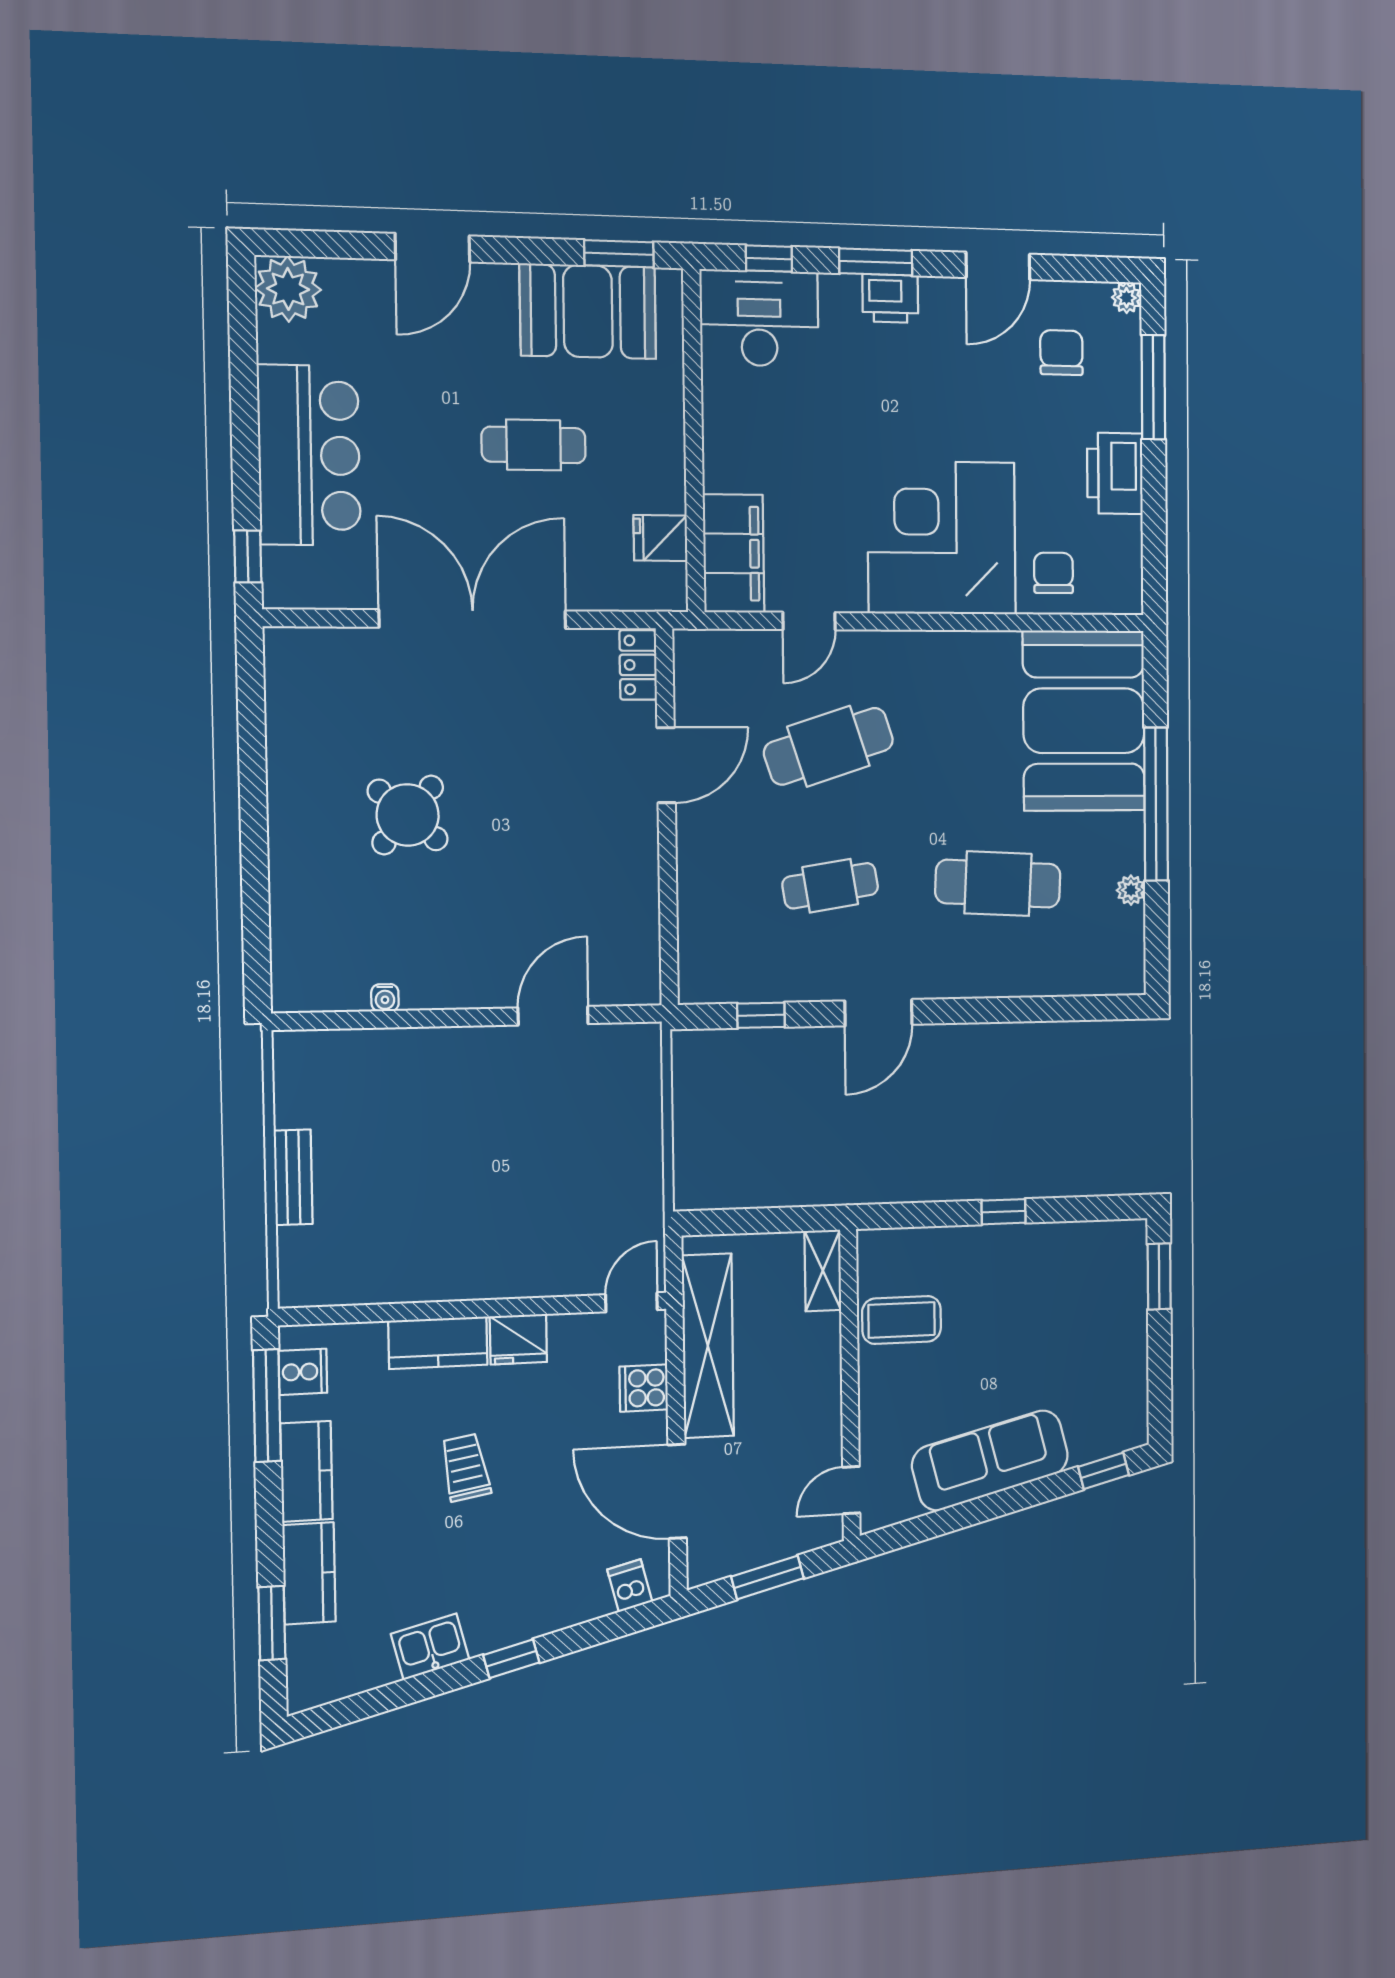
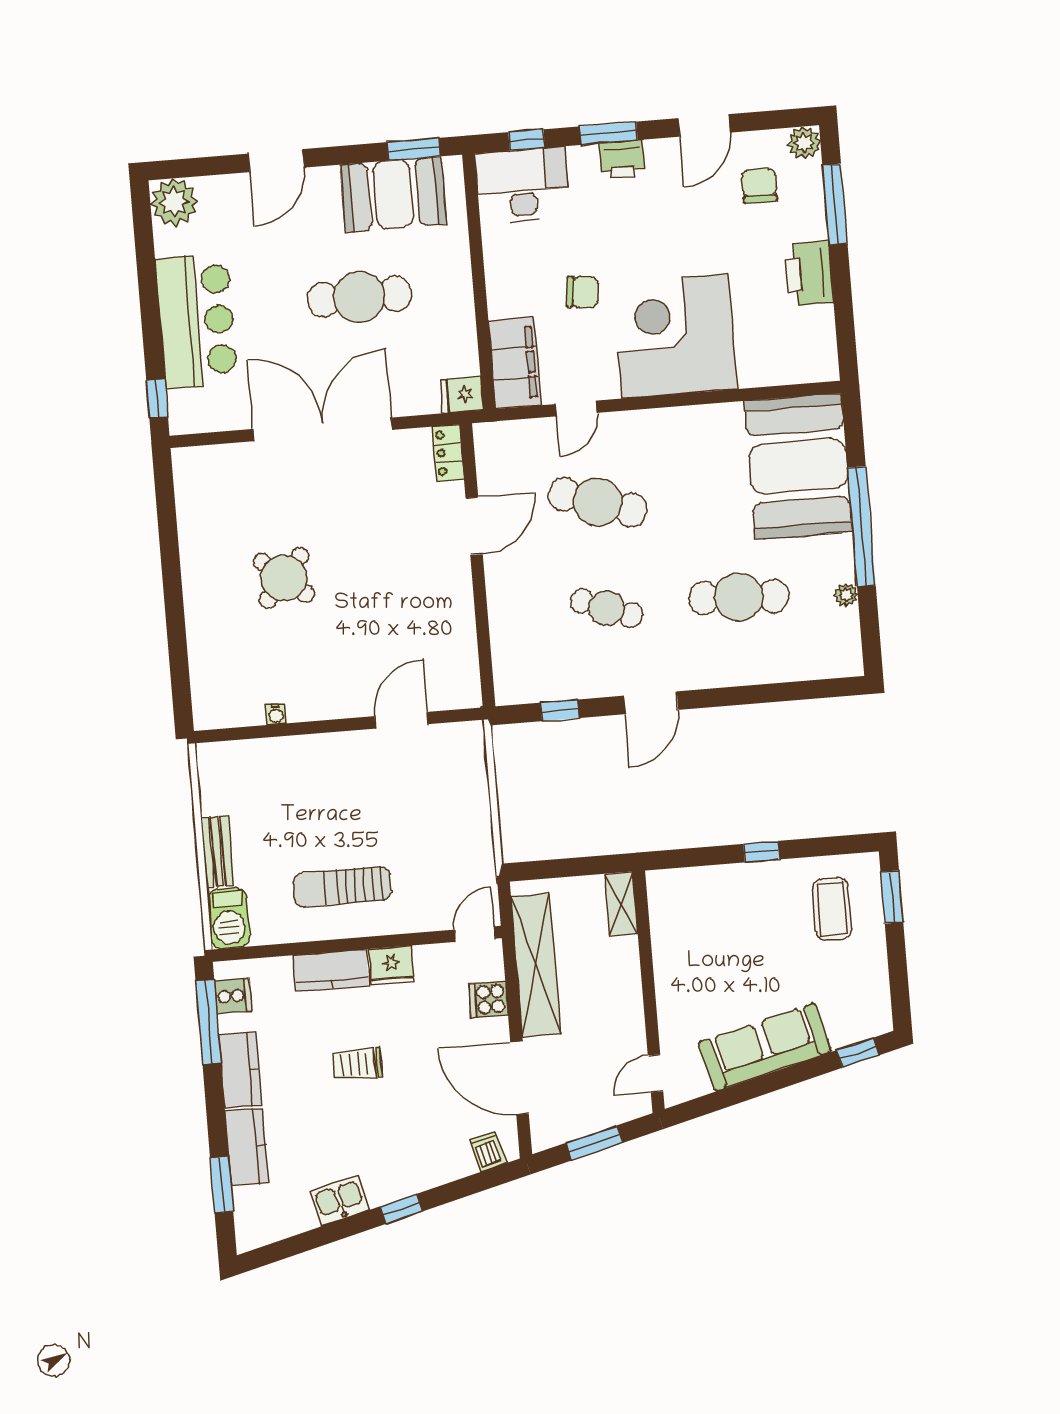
plant: (1127, 298) -> (804, 143), width x1.38, depth x1.38
cafe table: (534, 445) -> (359, 297), width x1.37, depth x1.35
fridge: (660, 538) -> (462, 395), moved
chair: (1053, 573) -> (582, 292), moved, turned 97
cafe table: (828, 746) -> (598, 502), turned 36
cafe table: (830, 886) -> (606, 608), turned 30
sun lounger: (460, 1232) -> (342, 887), added
barbecue: (303, 1268) -> (229, 918), added
coffee table: (902, 1320) -> (832, 909), moved, turned 90
trolley: (465, 1467) -> (358, 1064), turned -80

